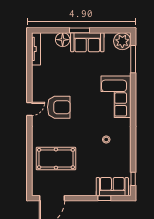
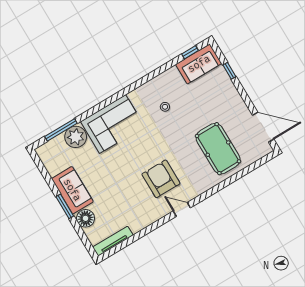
plant: (122, 41) -> (76, 137), moved
sofa: (112, 187) -> (199, 64), moved, turned -90

